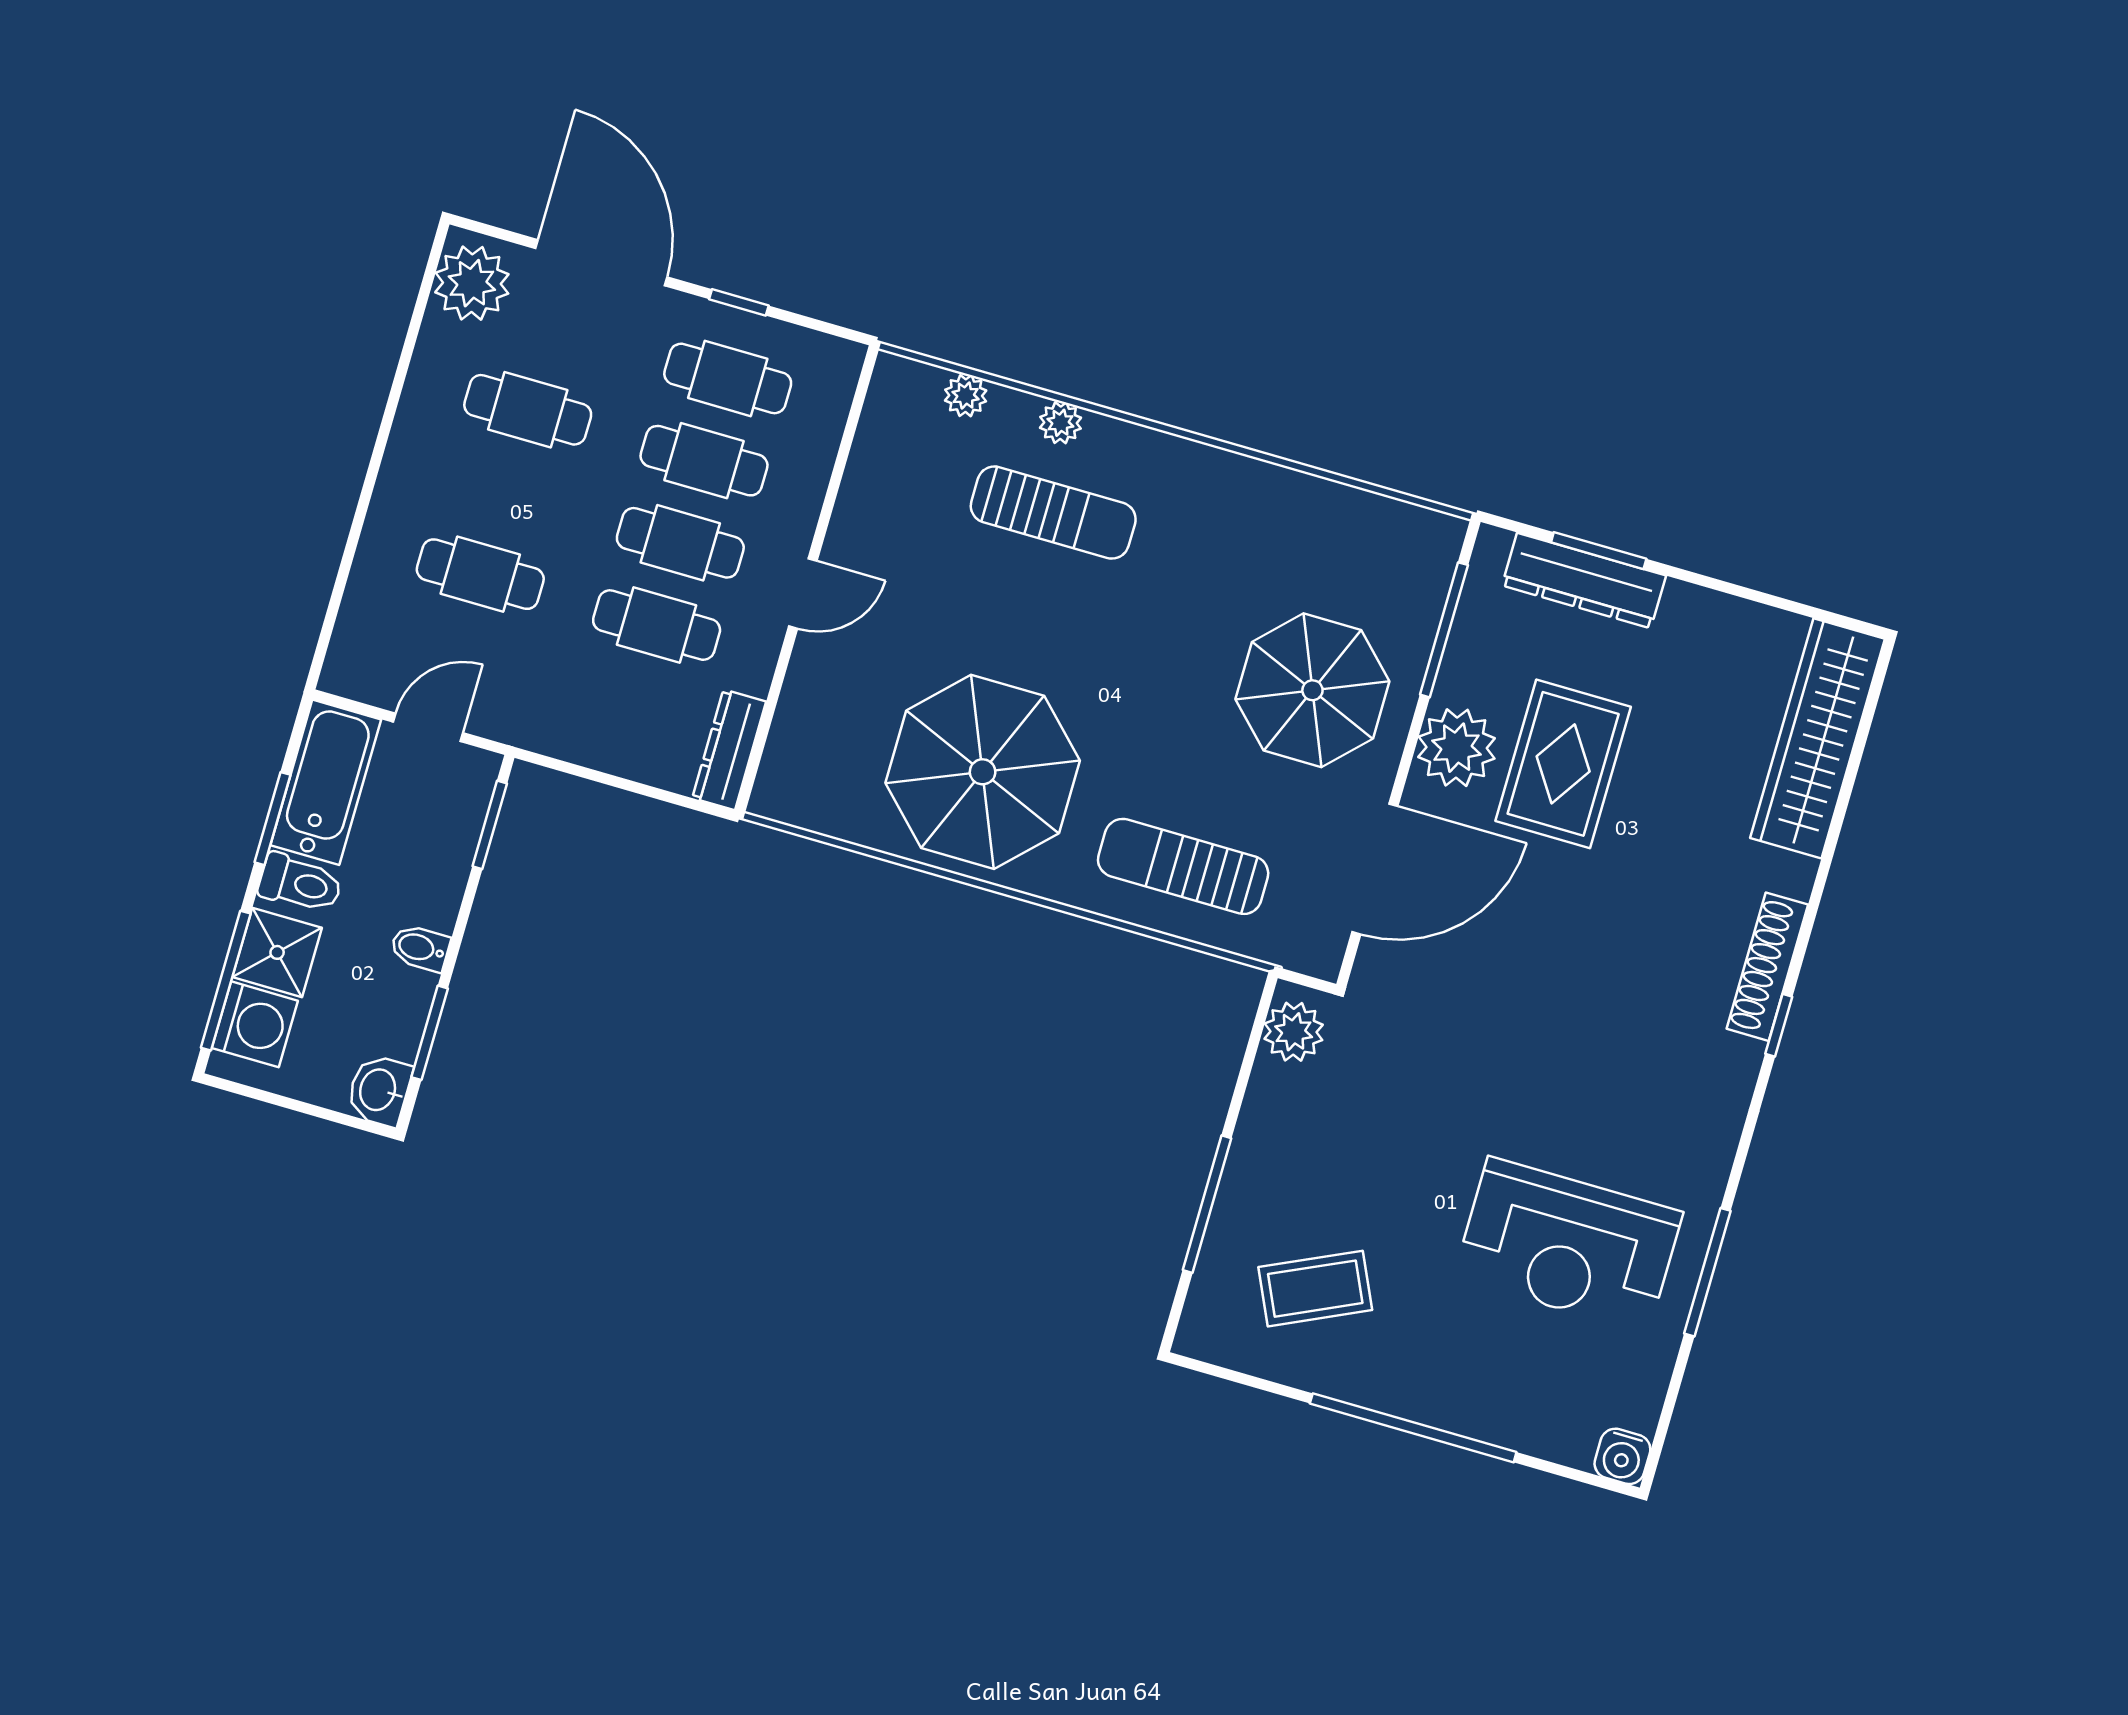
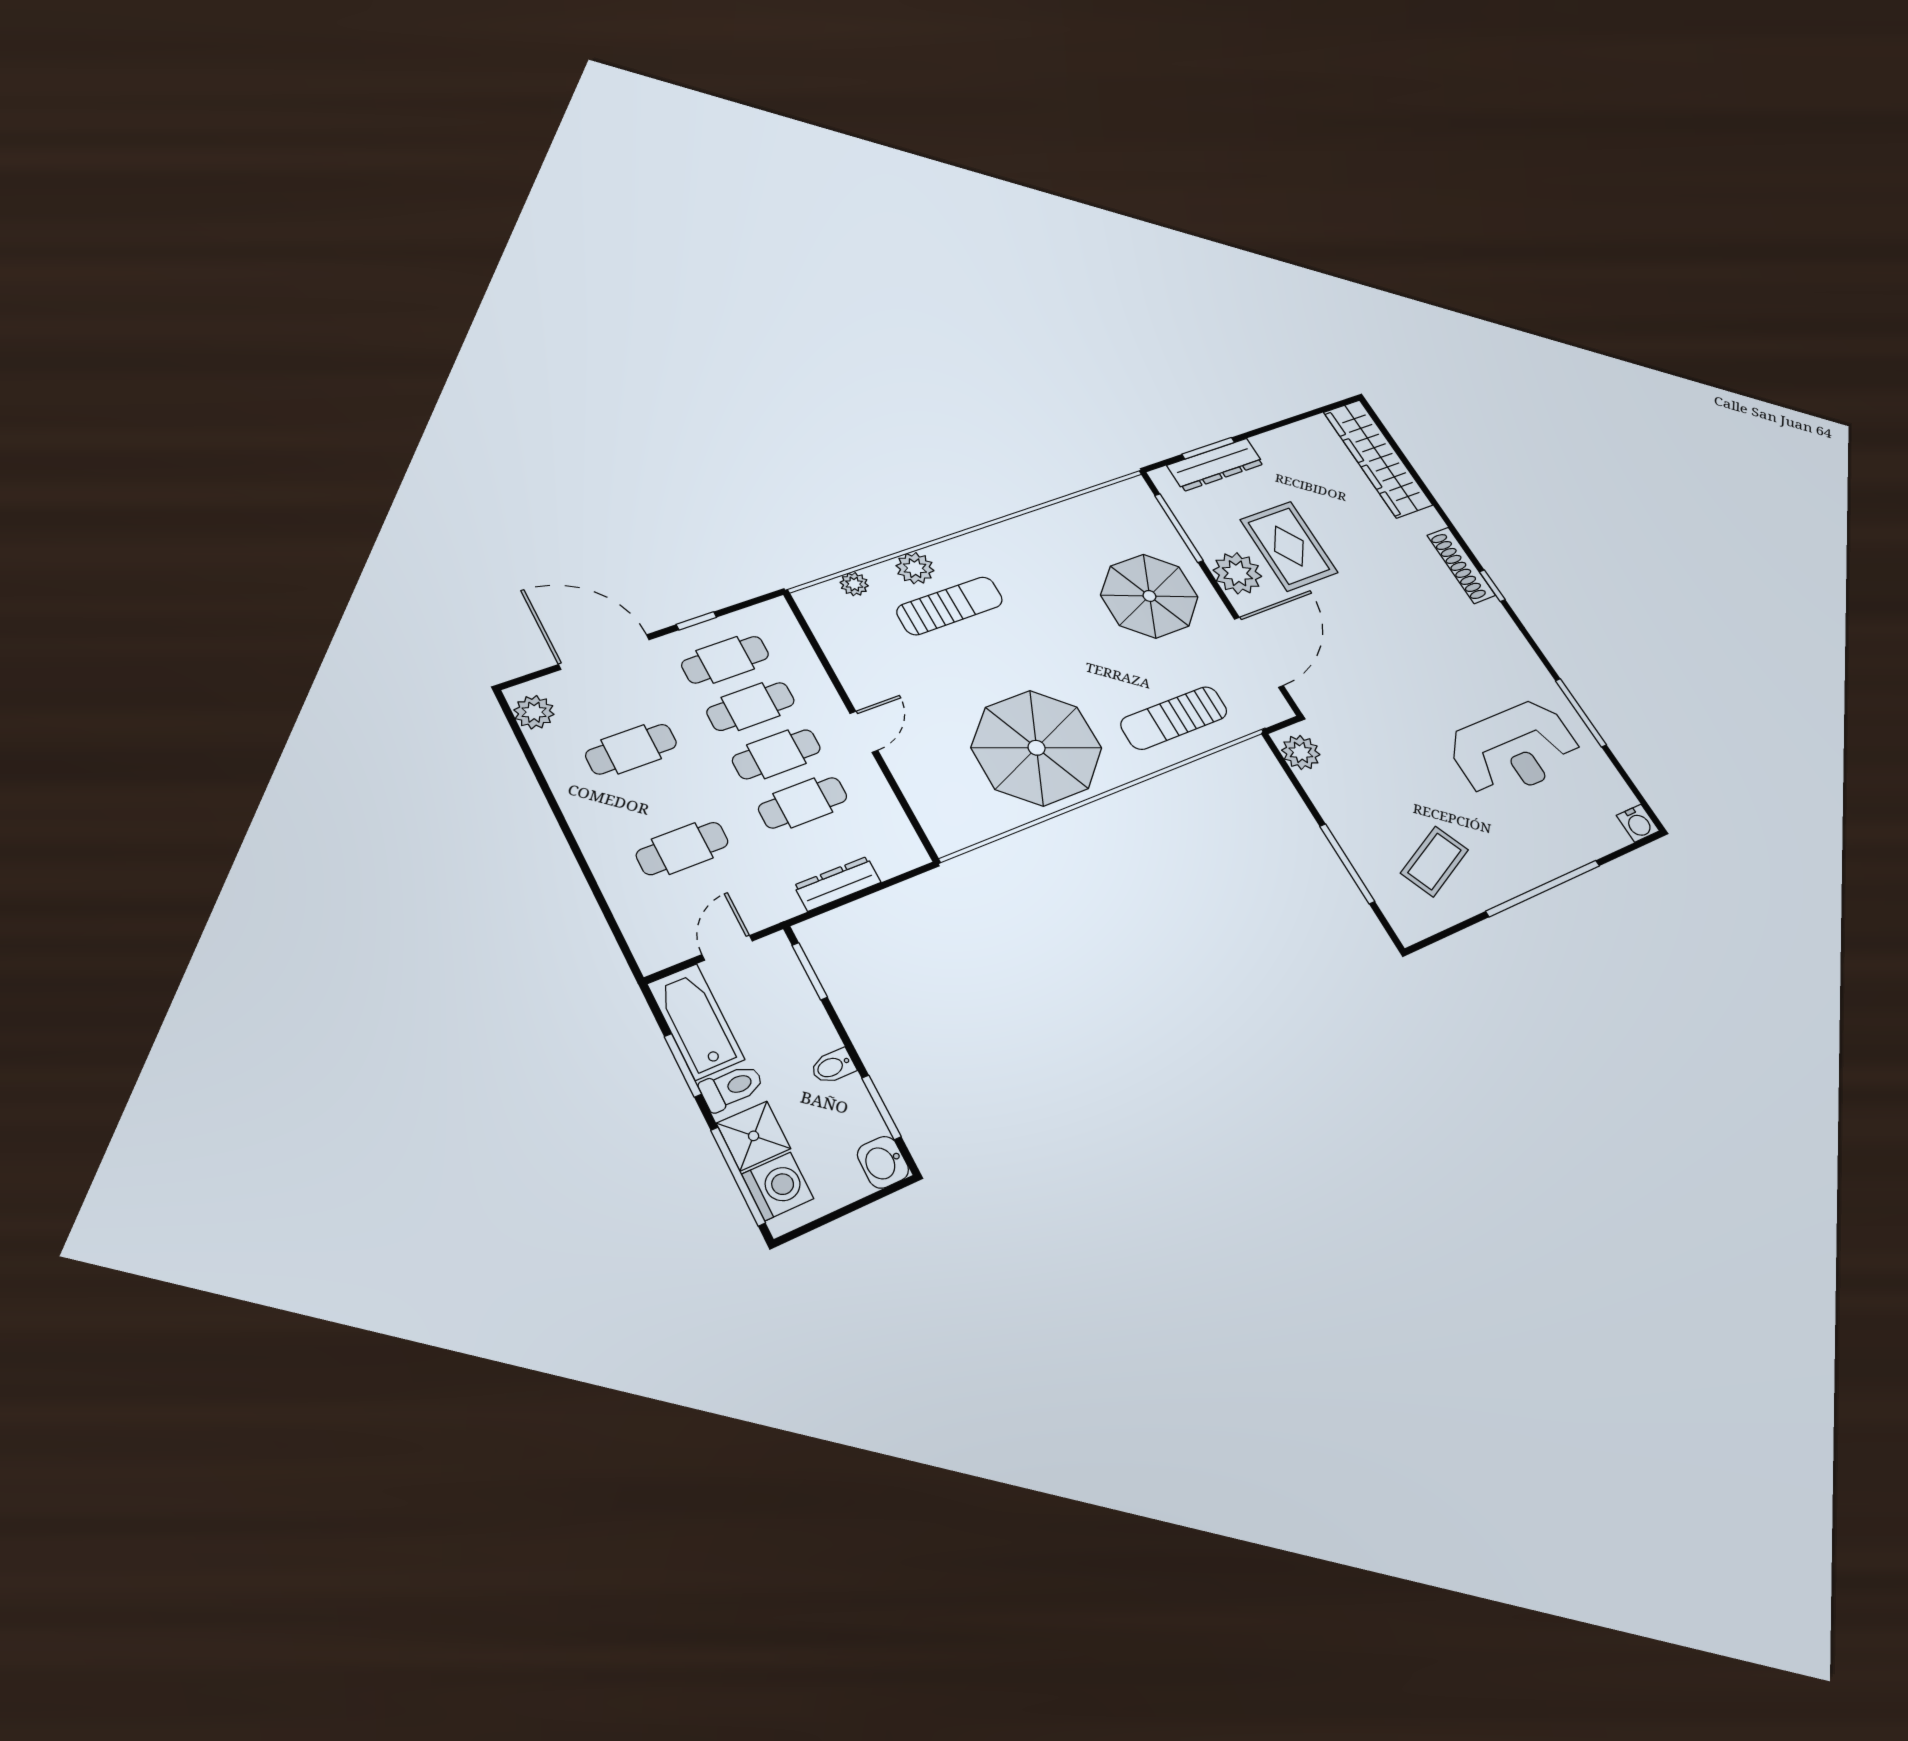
plant: (472, 283) -> (534, 712), width x0.73, depth x0.73
plant: (1060, 423) -> (915, 568), width x1.38, depth x1.38
dresser: (729, 750) -> (837, 884), moved, turned 90

